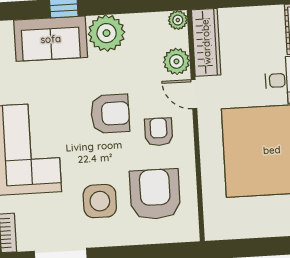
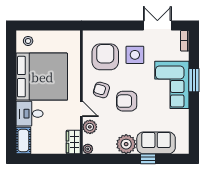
wardrobe: (206, 42) -> (73, 142), width x0.67
armchair: (159, 132) -> (101, 90), turned 107
armchair: (155, 194) -> (105, 57), turned 180

